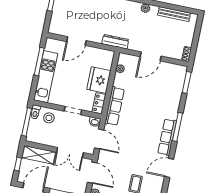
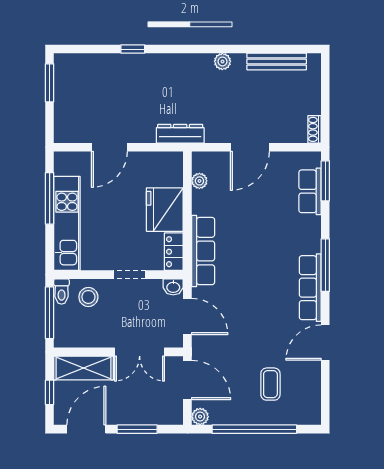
row of seats: (178, 86) -> (310, 191), added

